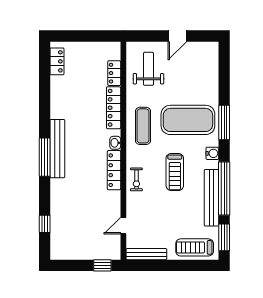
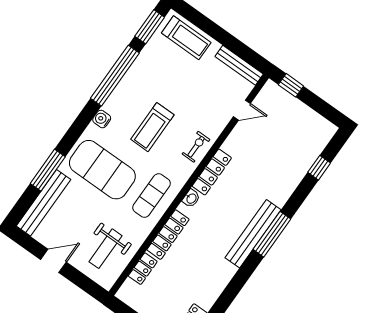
window: (224, 123) -> (48, 170), moved
treadmill: (175, 172) -> (152, 127), turned 180
bench: (212, 198) -> (43, 203), moved

